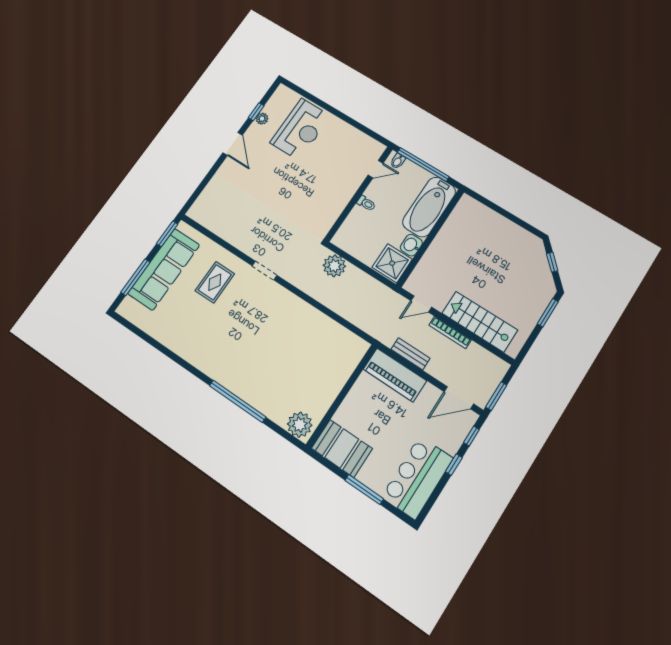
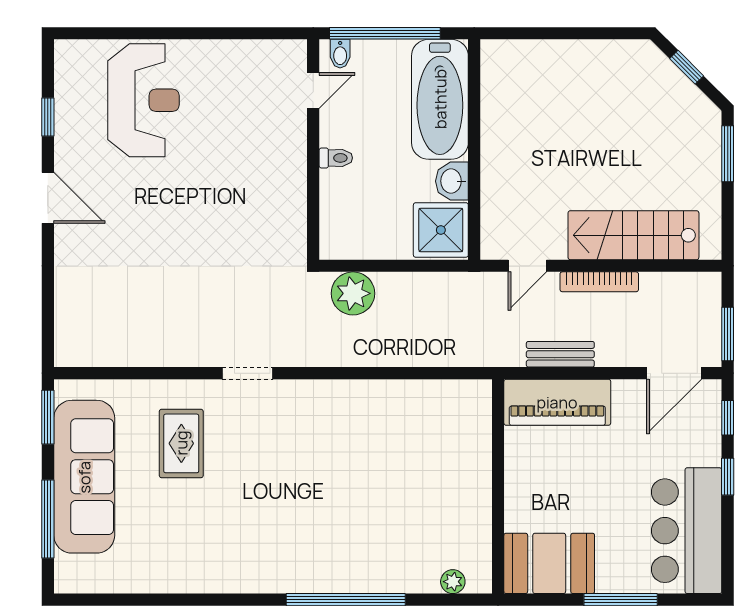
plant: (262, 119) -> (66, 123), removed
plant: (300, 425) -> (453, 582), width x0.53, depth x0.53

